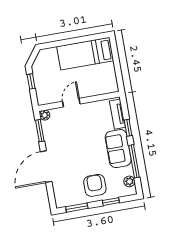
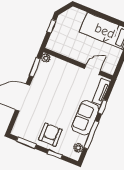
door: (71, 103) -> (92, 70), moved

